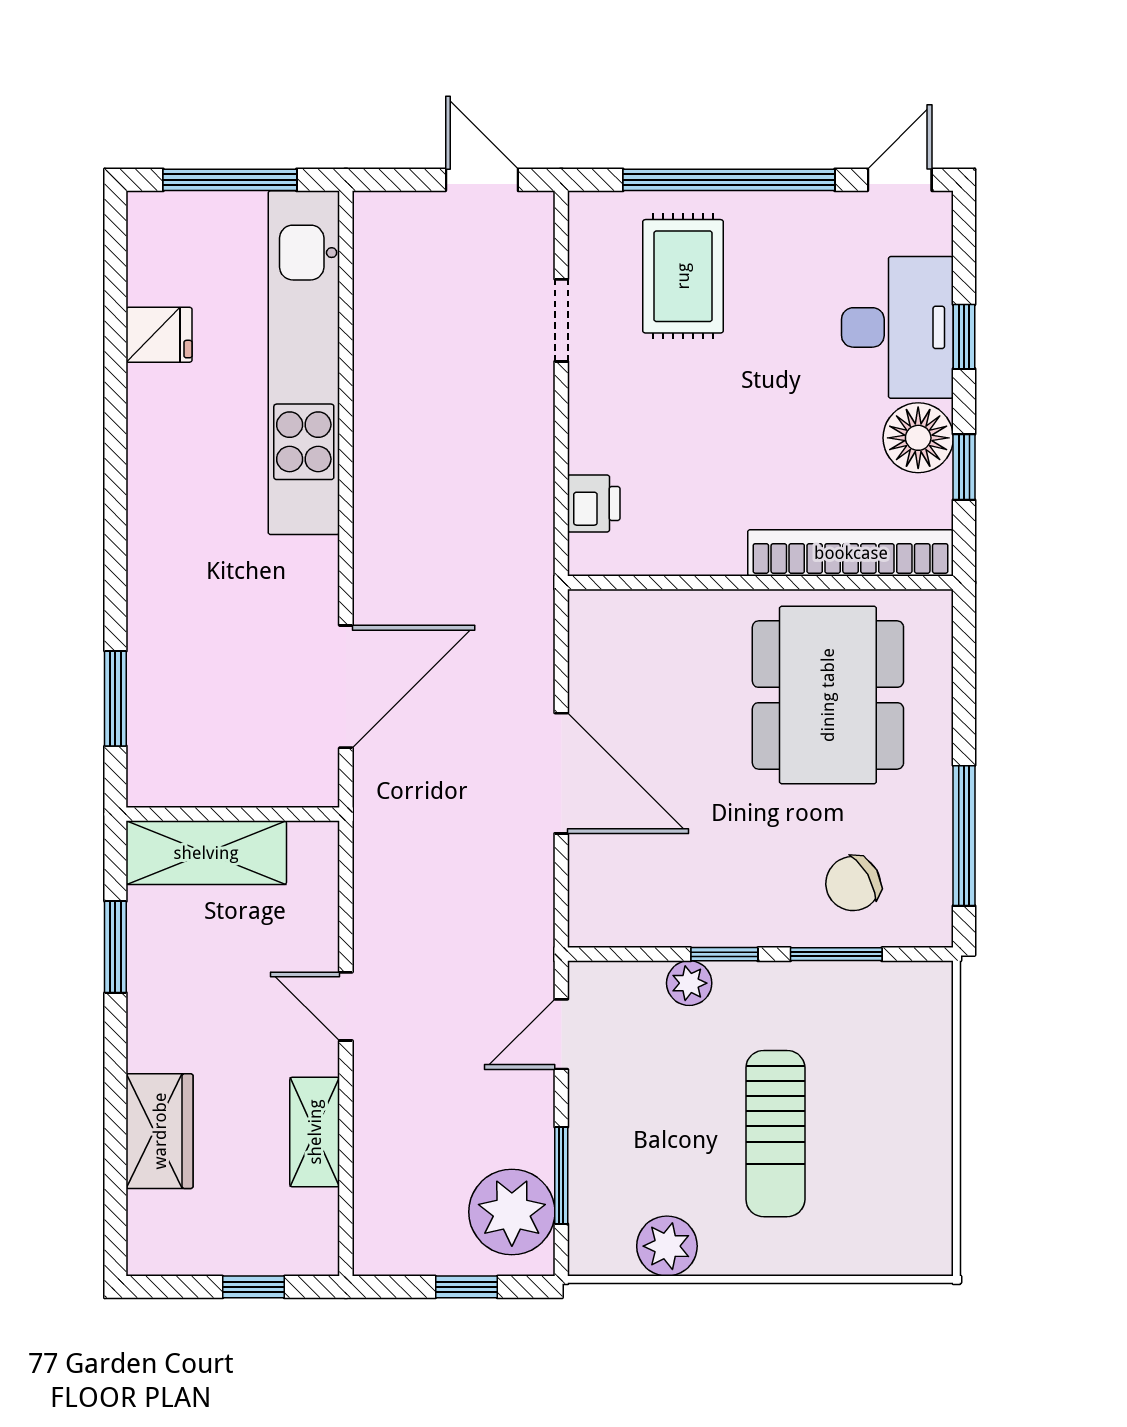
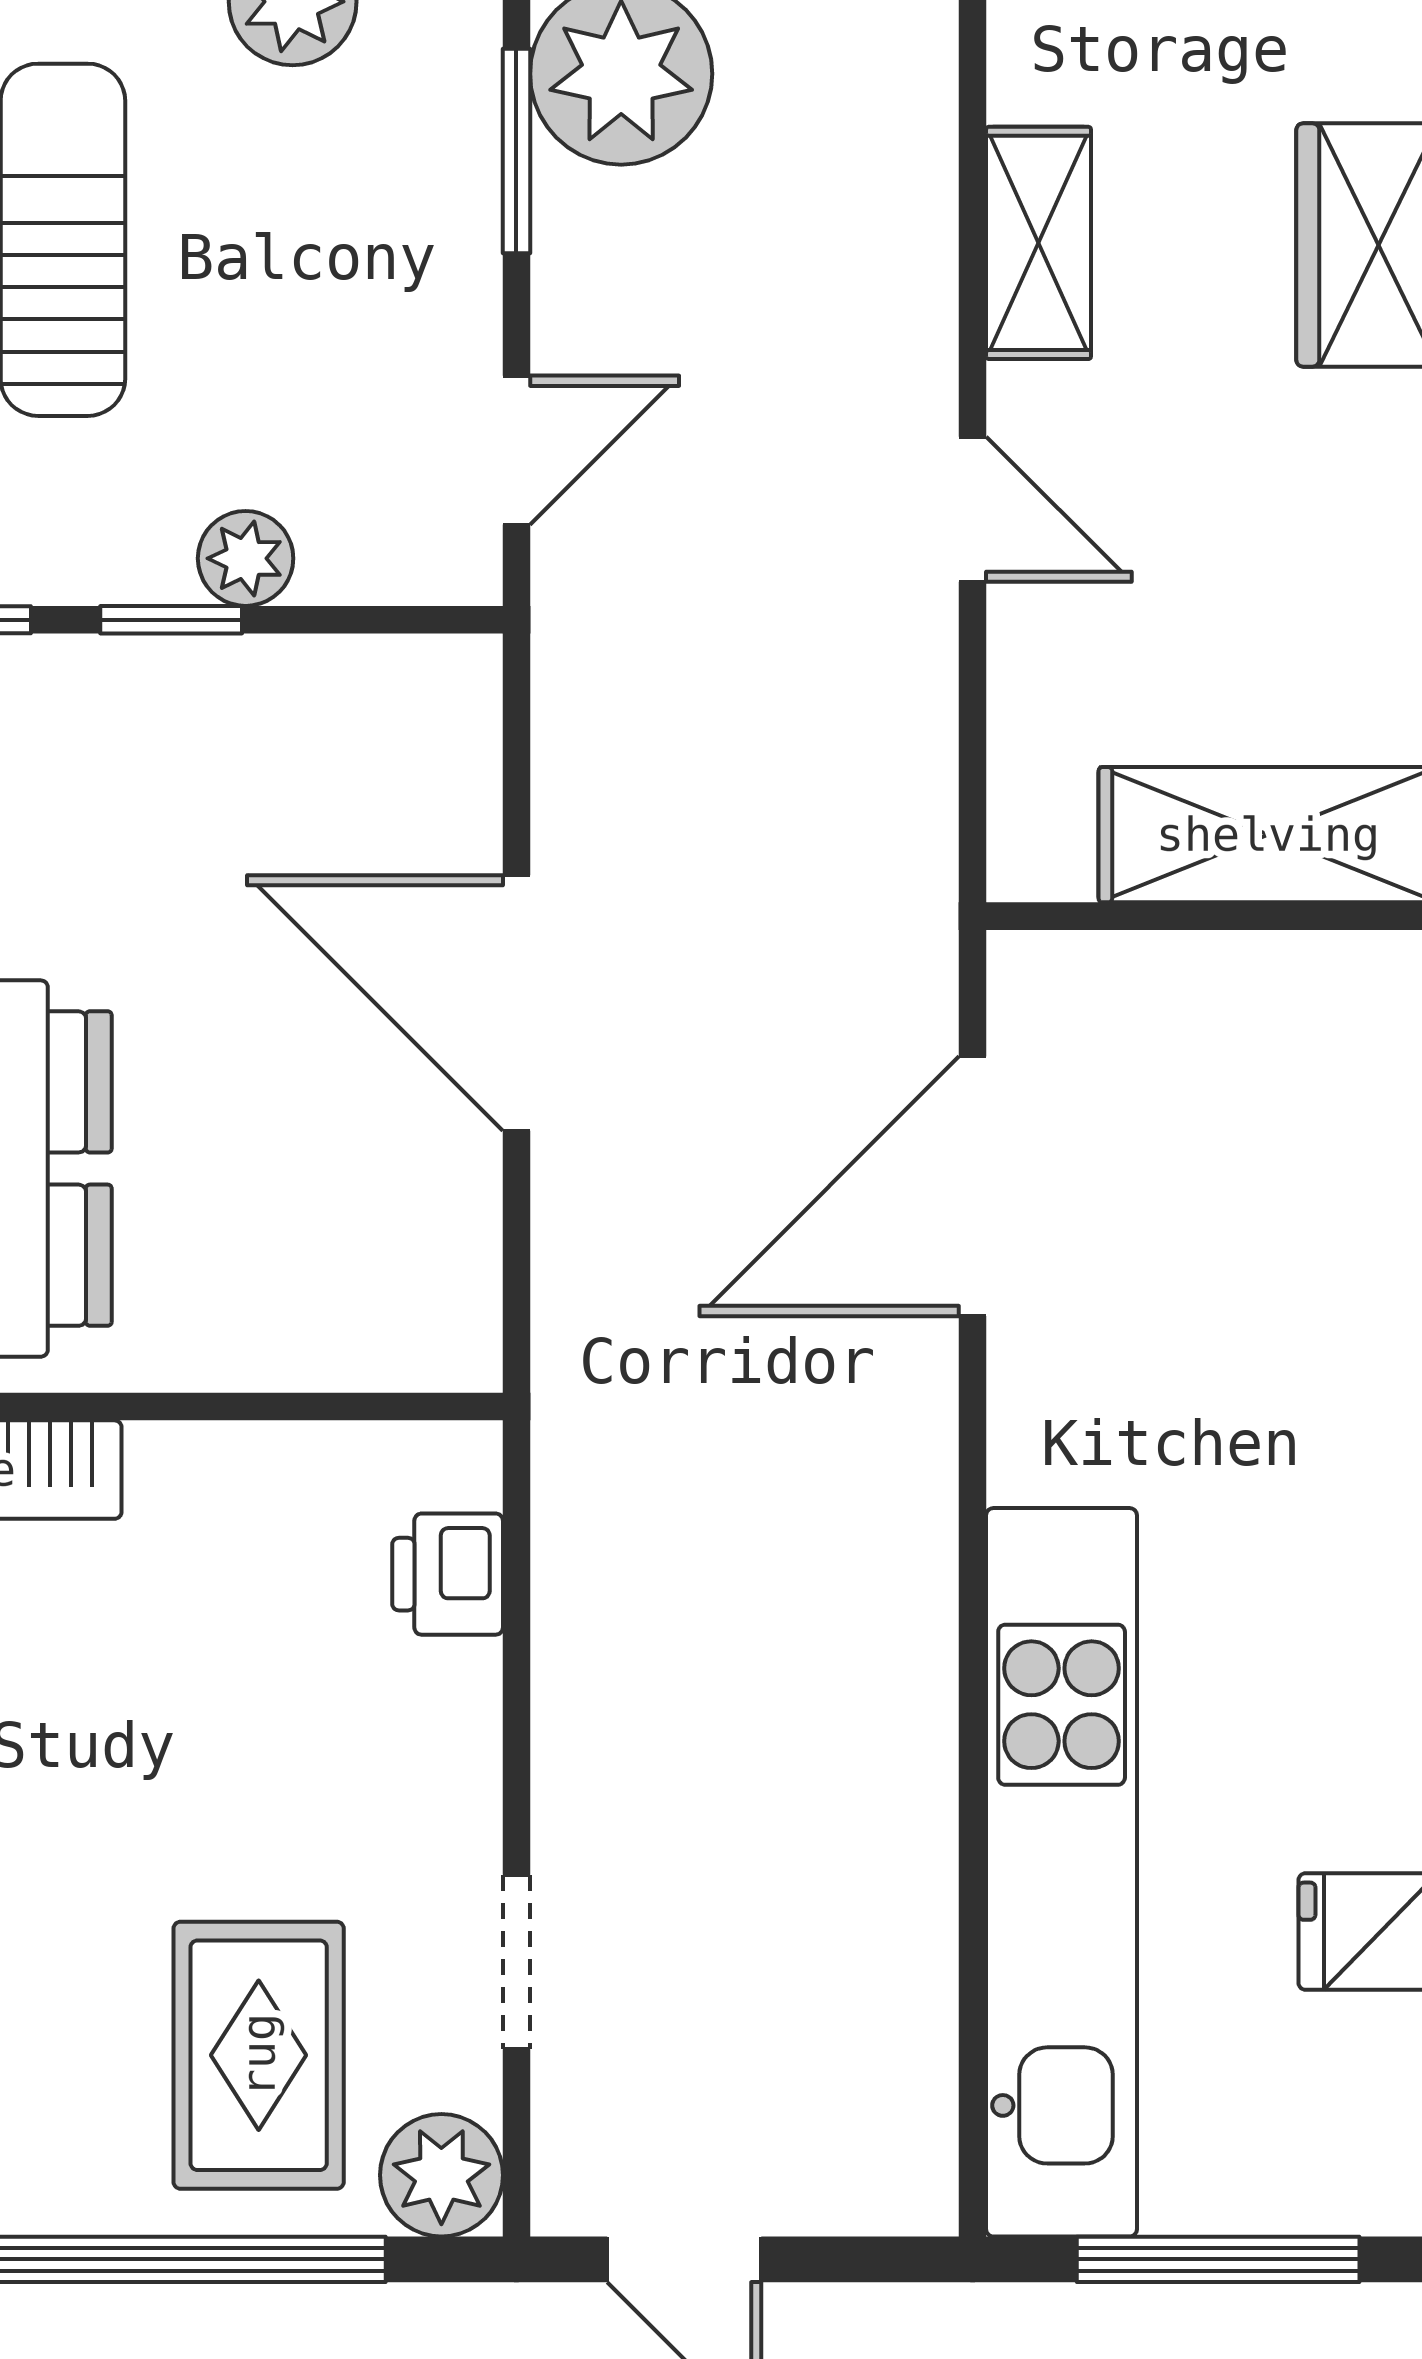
plant: (597, 220) -> (441, 2175), added

